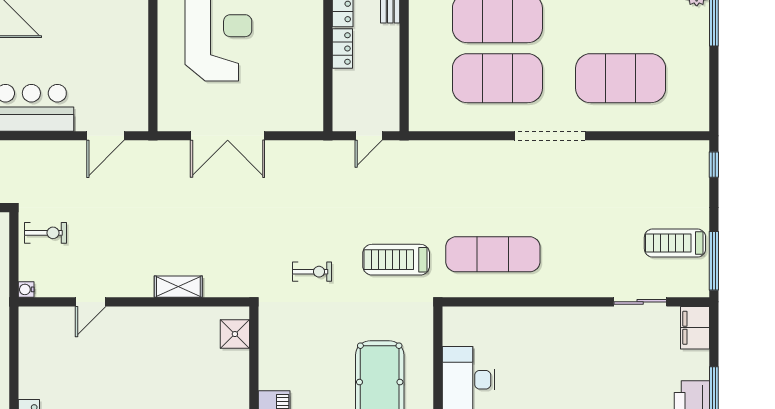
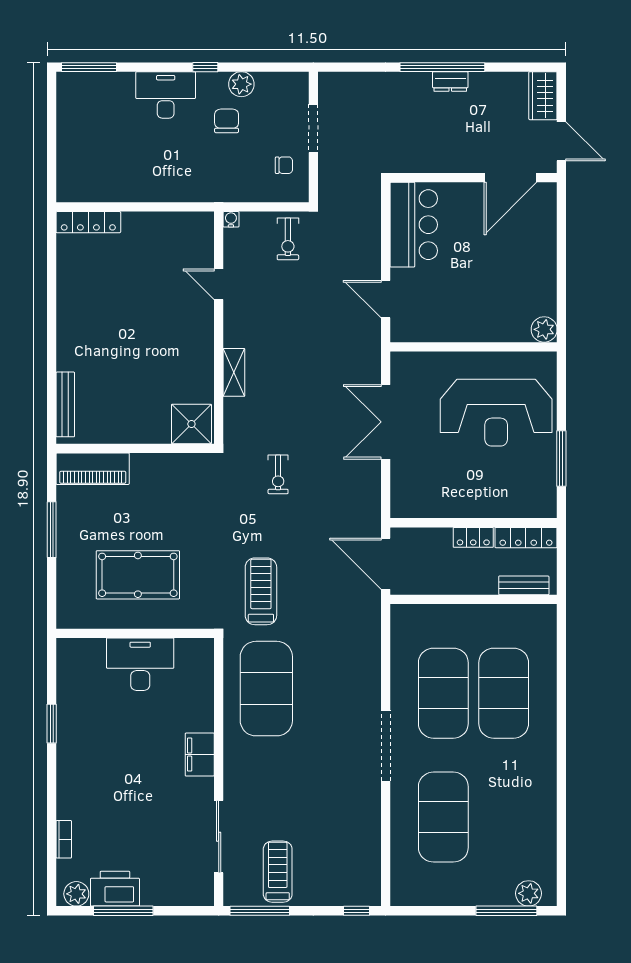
door: (369, 136) -> (386, 564), width x1.88
exercise mat: (493, 254) -> (266, 689), width x1.47
exercise bike: (312, 272) -> (278, 474), moved
sliding door: (640, 302) -> (219, 837), width x1.37
filing cabinet: (695, 328) -> (200, 755), moved, turned -90
shower: (235, 334) -> (191, 424), width x1.36, depth x1.36

